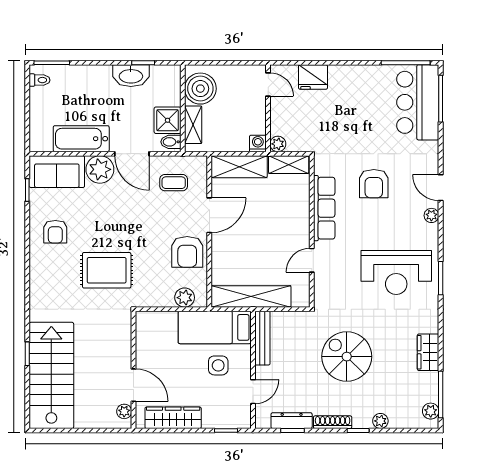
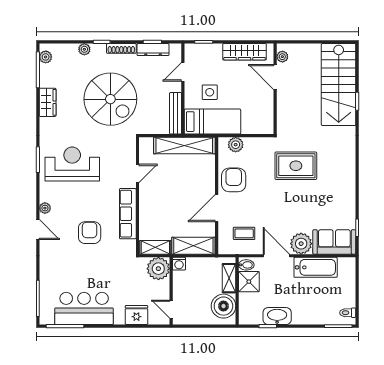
bar counter: (418, 102) -> (84, 308), moved, turned -90
plant: (278, 144) -> (158, 269), width x1.87, depth x1.87
armchair: (55, 232) -> (336, 196), removed
spiral stairs: (347, 357) -> (110, 99), width x1.37, depth x1.37

